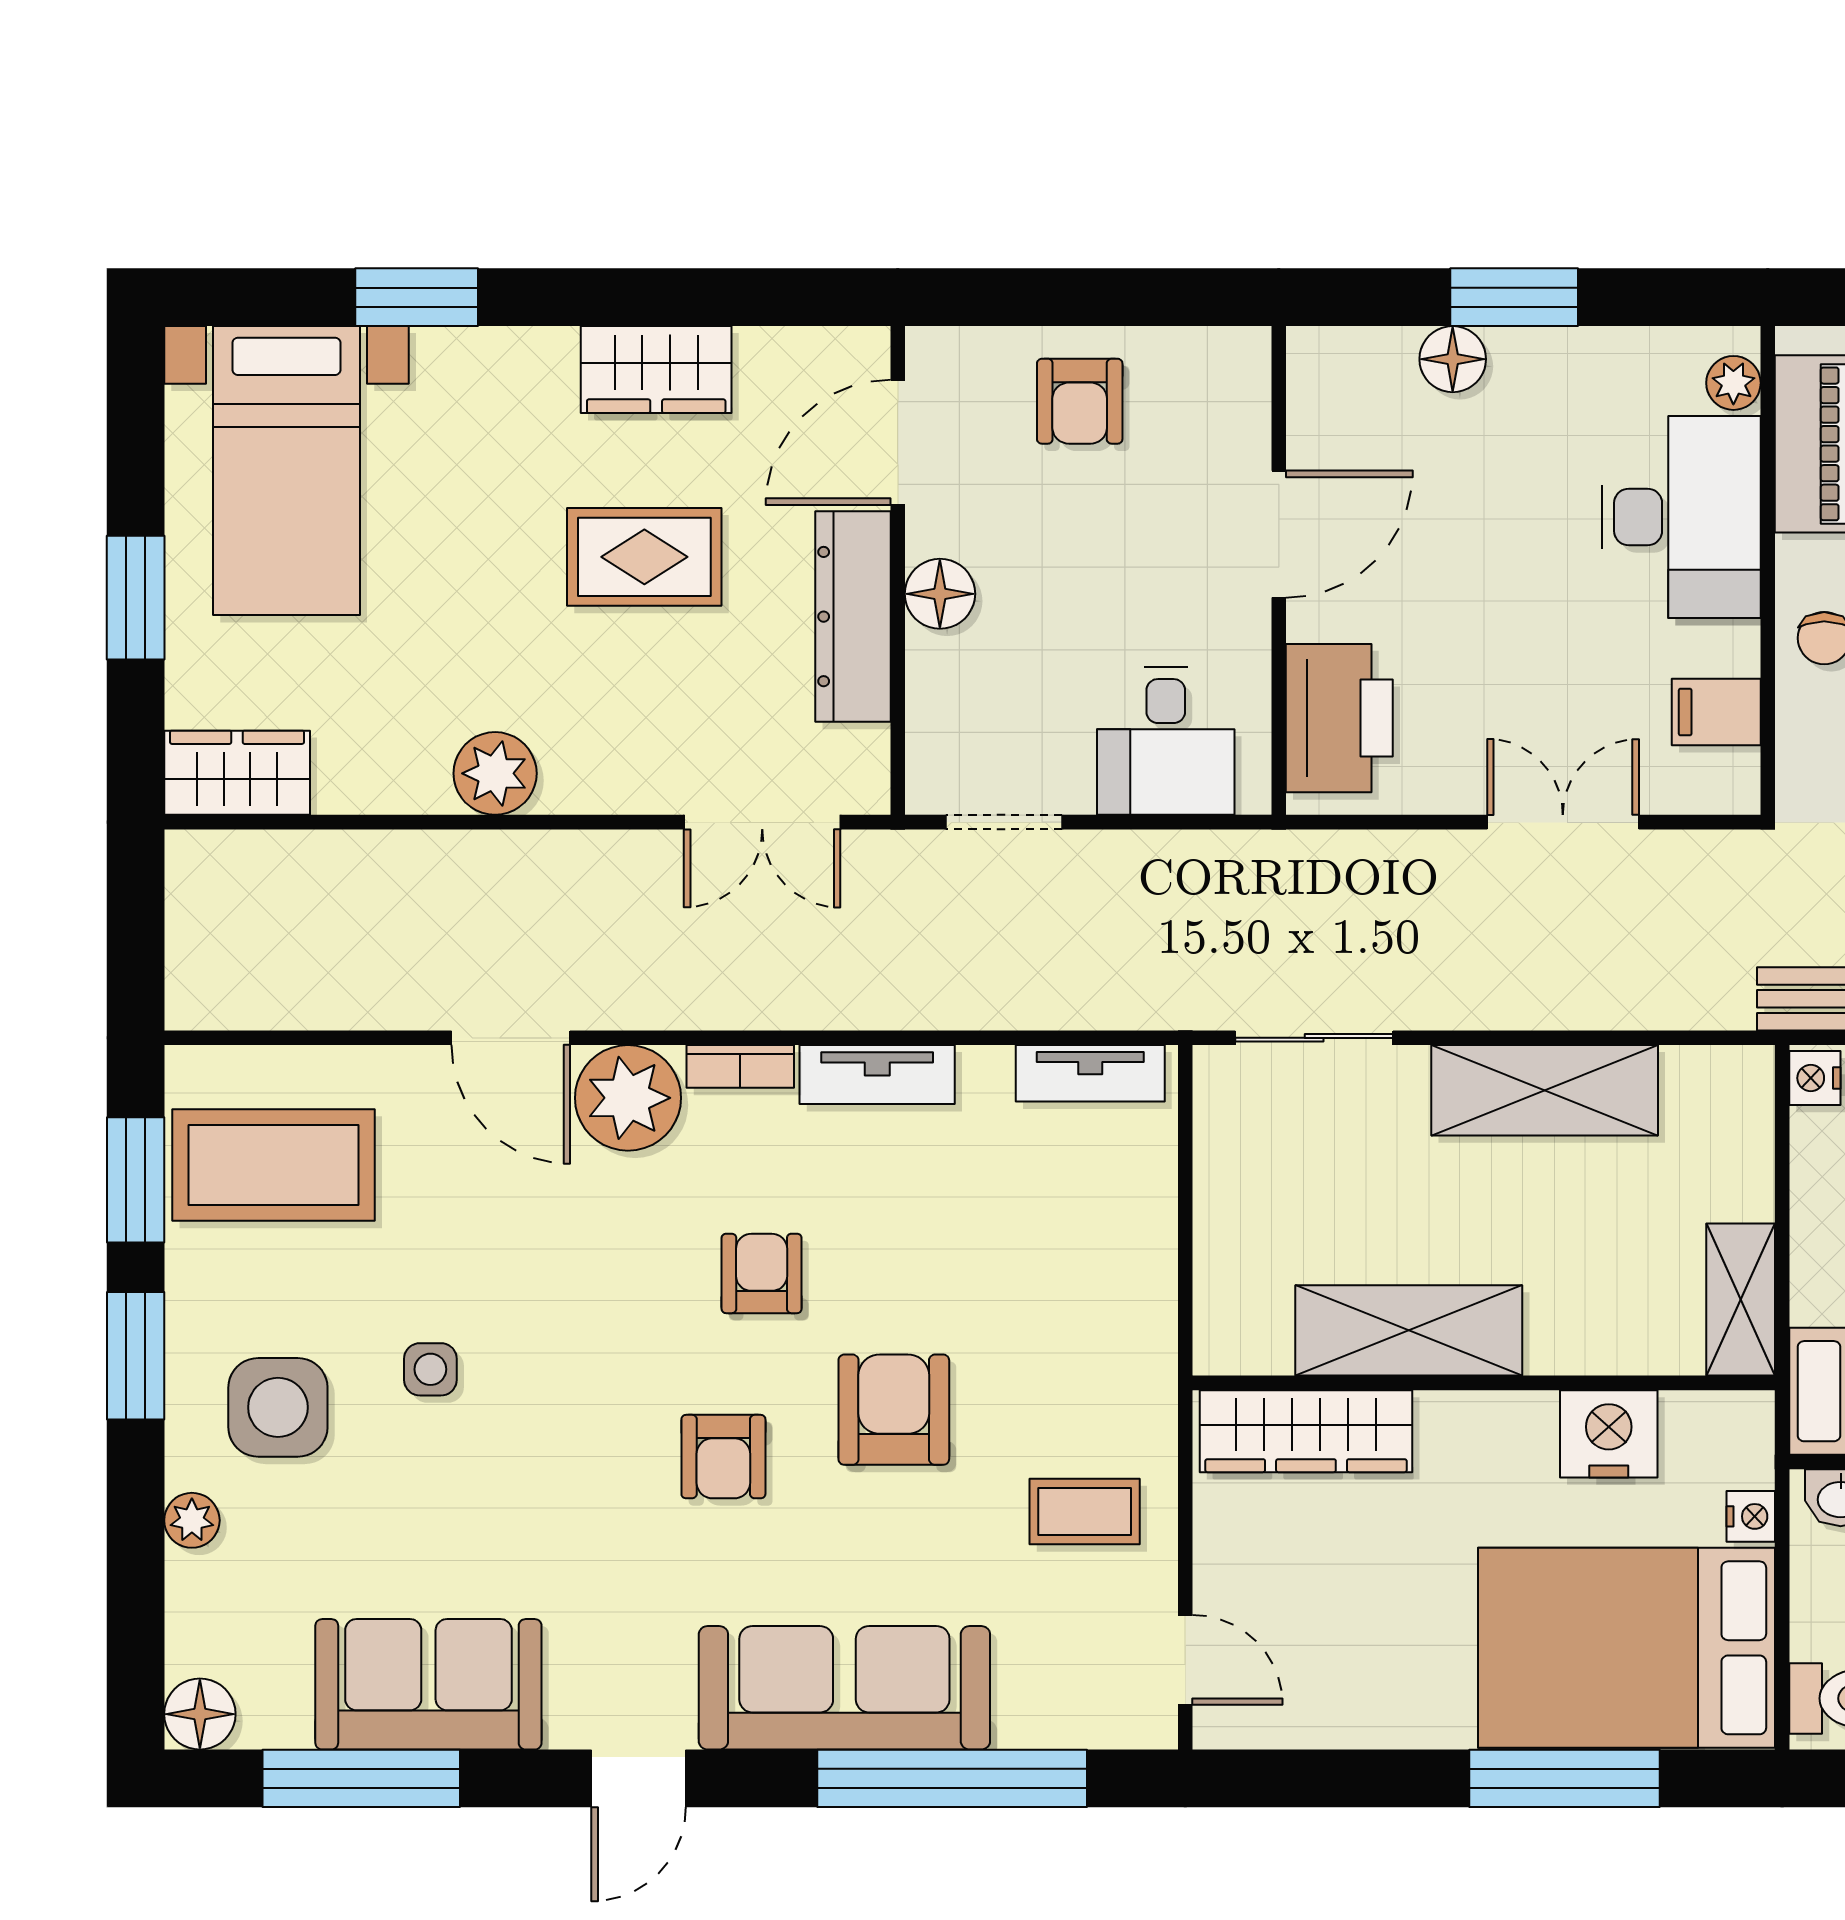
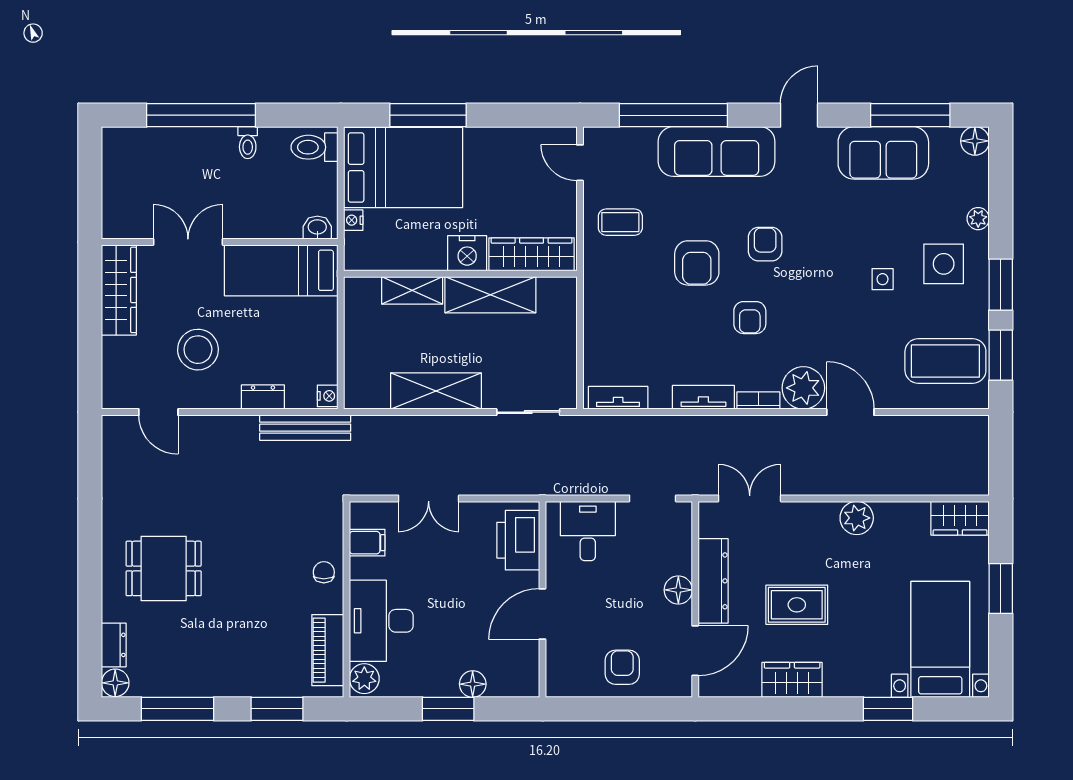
plant: (1733, 383) -> (364, 679), width x1.38, depth x1.38
shelving: (1741, 1300) -> (412, 290), moved, turned 90
nightstand: (1609, 1434) -> (467, 253), moved

